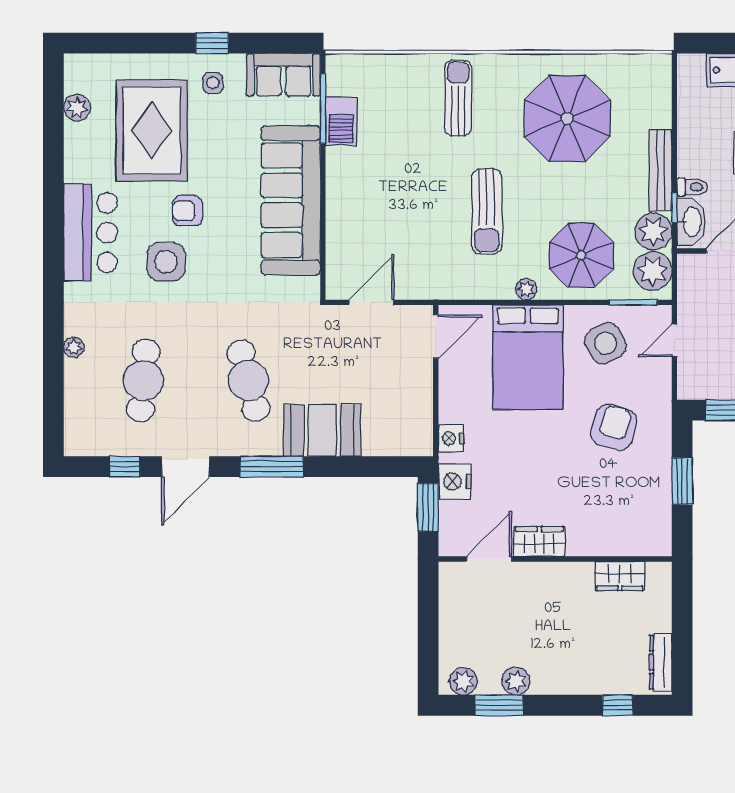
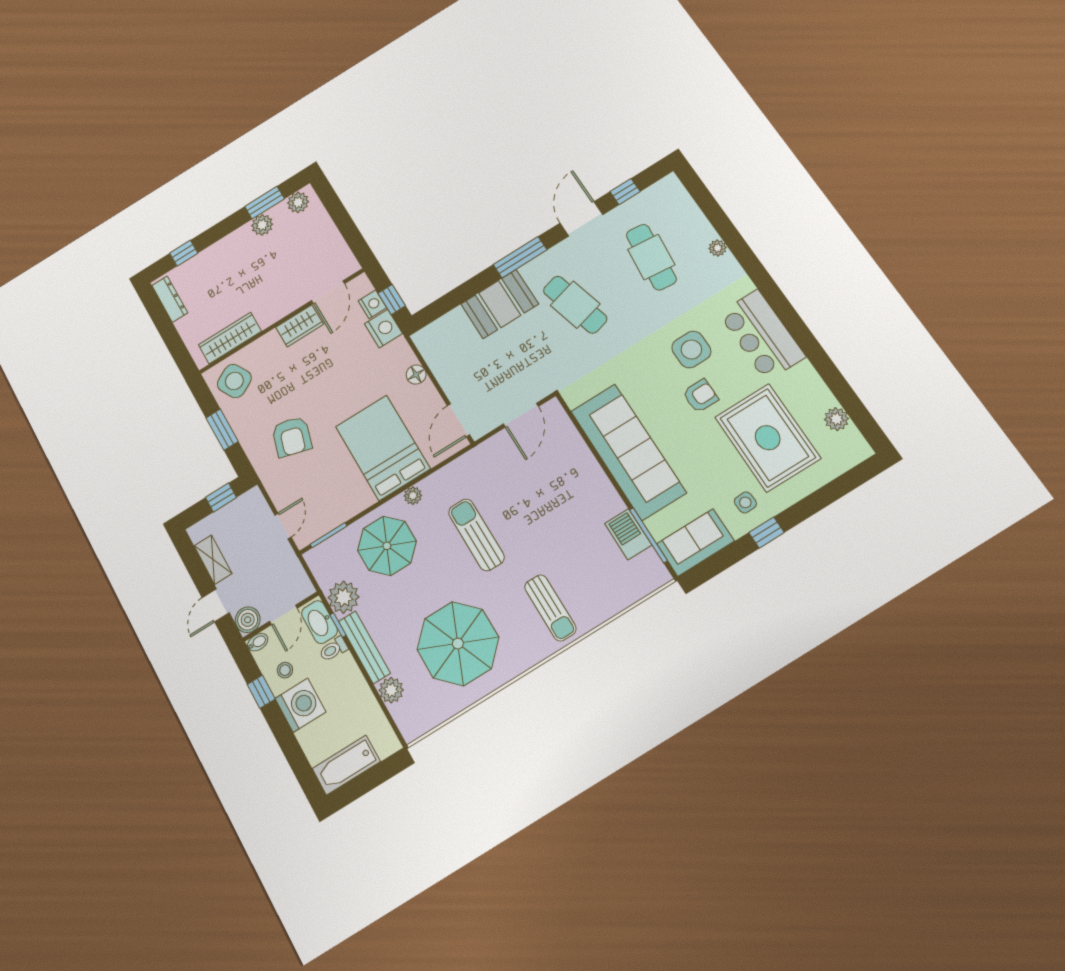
plant: (653, 271) -> (391, 690), moved, width x0.73, depth x0.73
side table: (606, 343) -> (234, 381), moved
floor lamp: (450, 411) -> (416, 375), added
nightstand: (451, 438) -> (372, 304), moved
window: (428, 507) -> (392, 300), width x0.67
wardrobe: (620, 576) -> (230, 338), width x1.50

